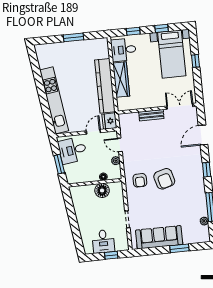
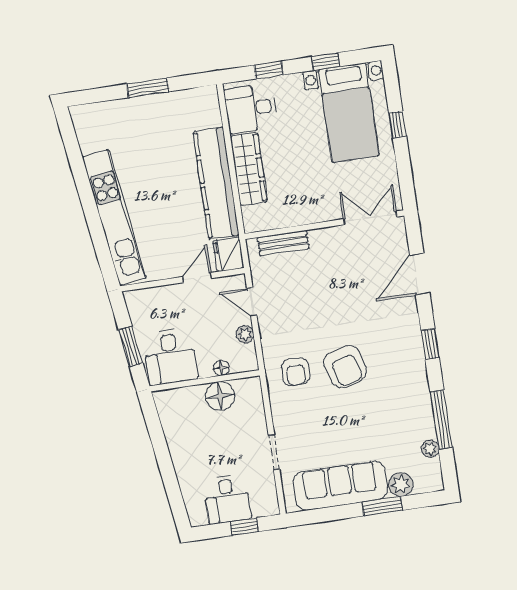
bench: (151, 115) -> (283, 243), moved
desk: (73, 150) -> (170, 357), moved, turned -82
plant: (189, 238) -> (401, 484), added

